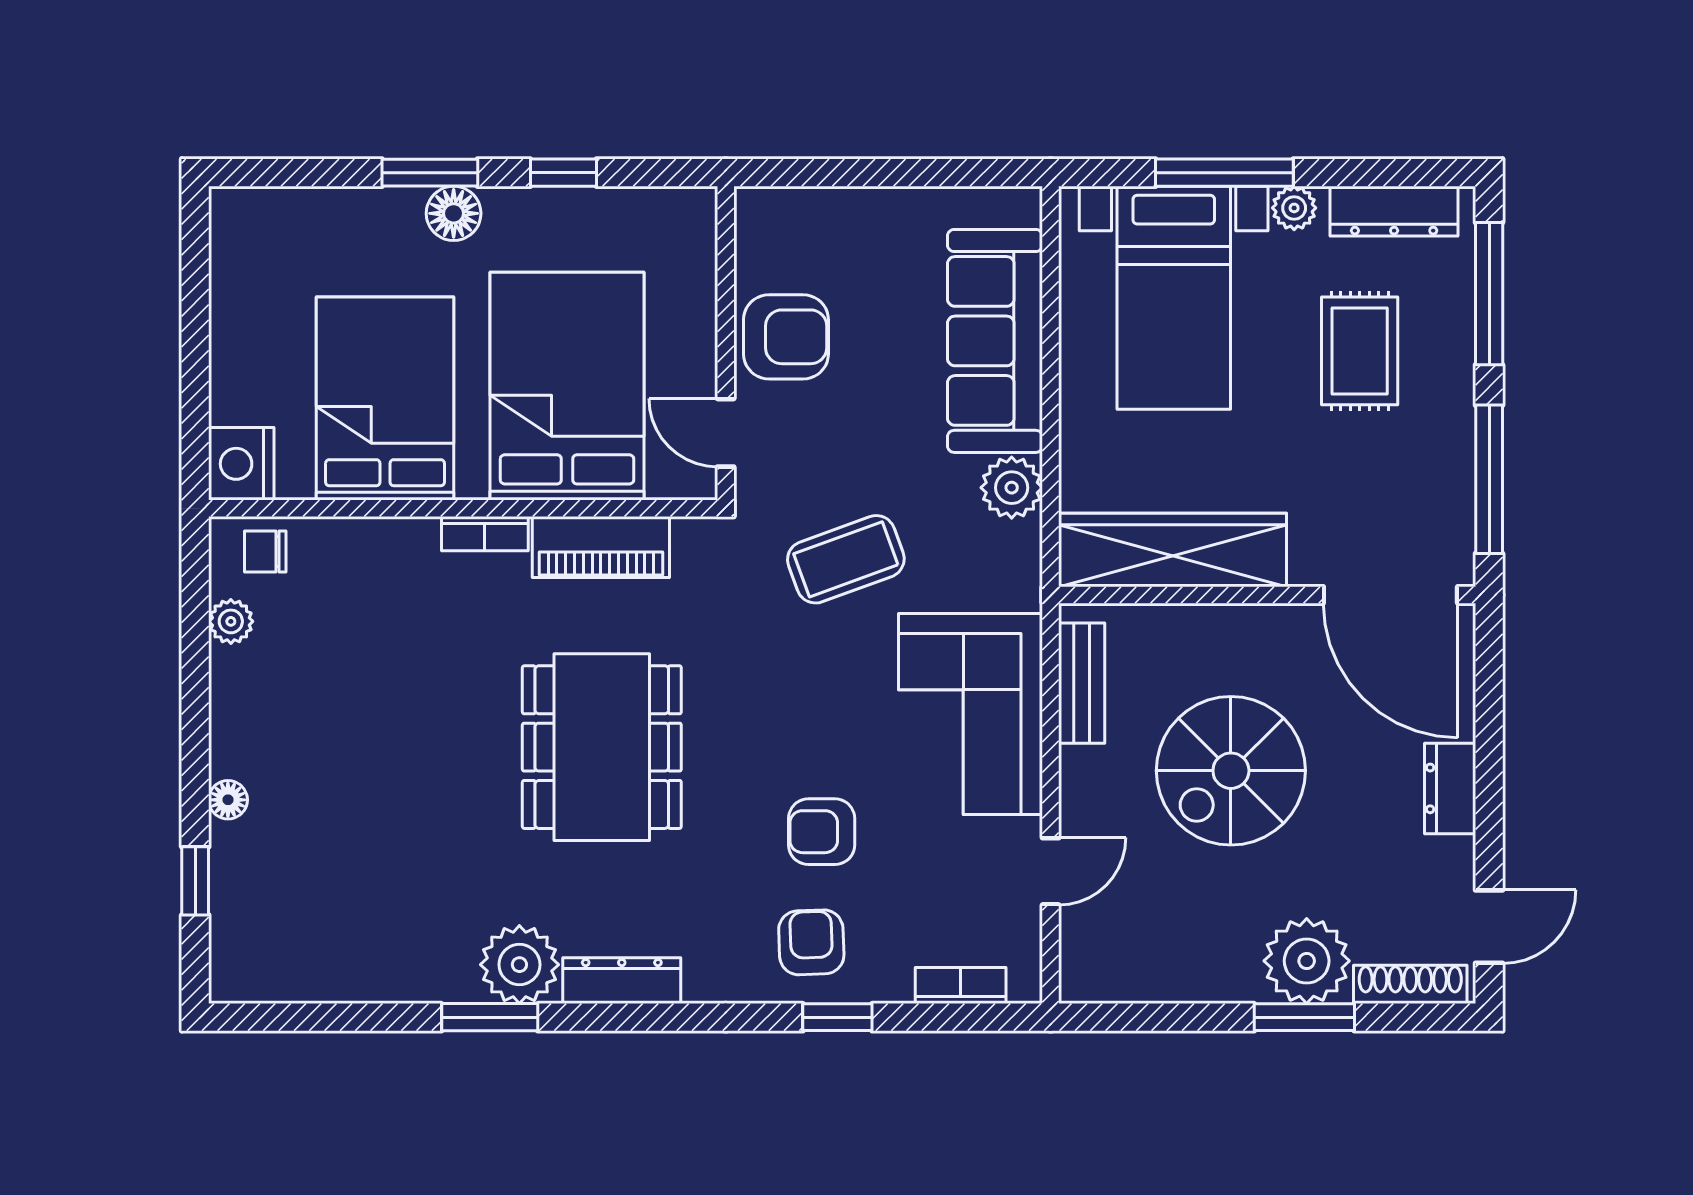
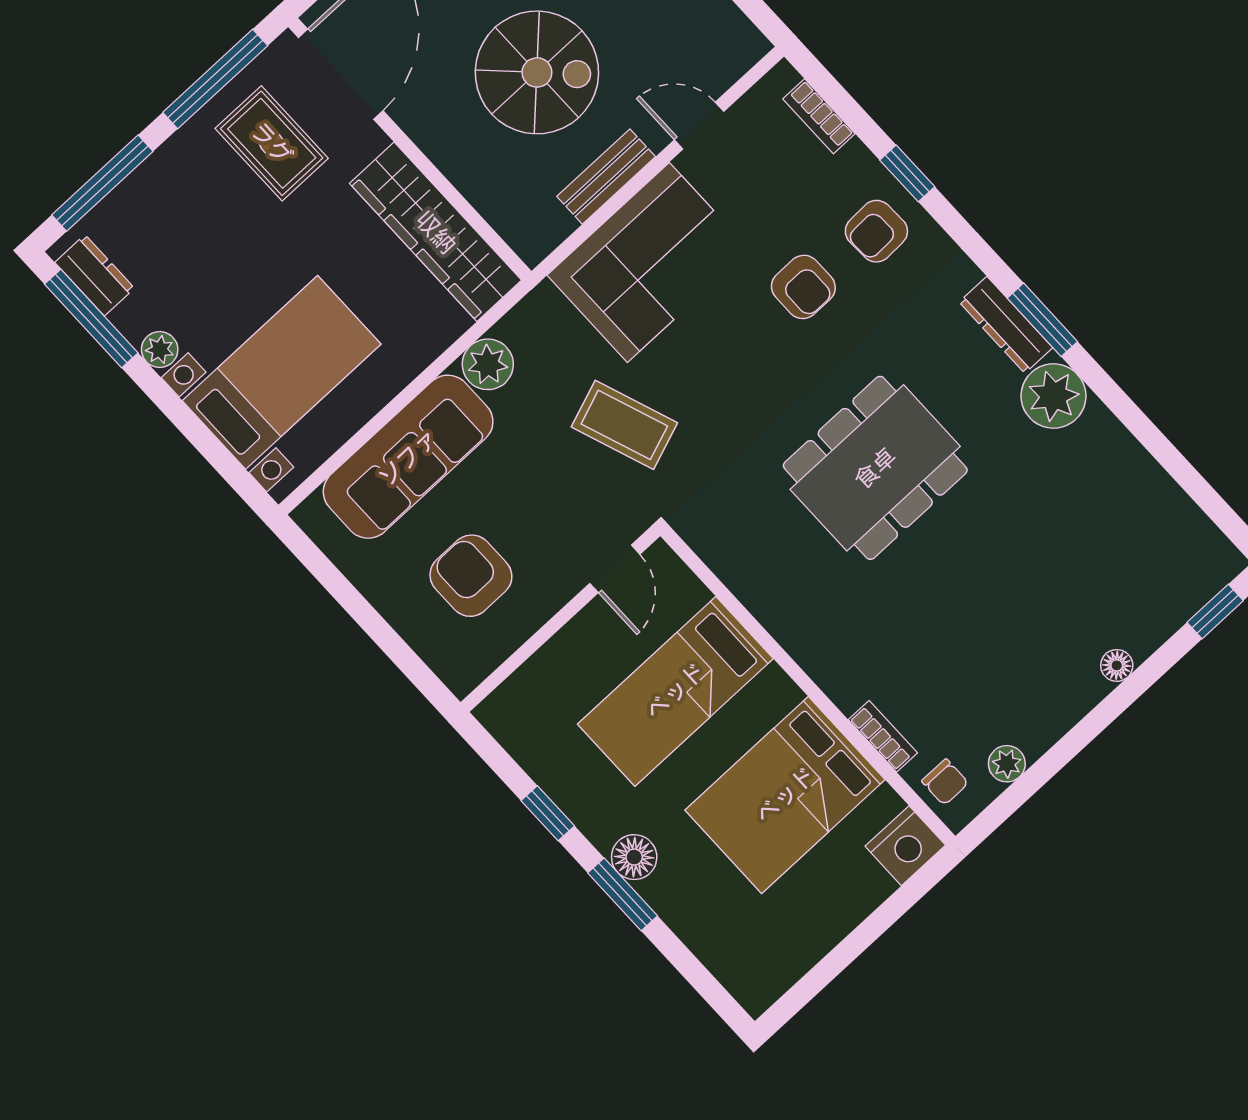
window: (1224, 173) -> (91, 318), moved
dresser: (1394, 211) -> (95, 275), width x0.70
armchair: (786, 337) -> (471, 576), moved
rug: (1360, 351) -> (272, 143), moved, turned 90
bed: (567, 386) -> (675, 691), width x0.67
bookcase: (485, 534) -> (883, 736), moved
piano: (601, 547) -> (754, 581), removed
bench: (1082, 683) -> (606, 177), moved
window: (195, 881) -> (1215, 612), moved
window: (490, 1017) -> (1042, 320), moved

